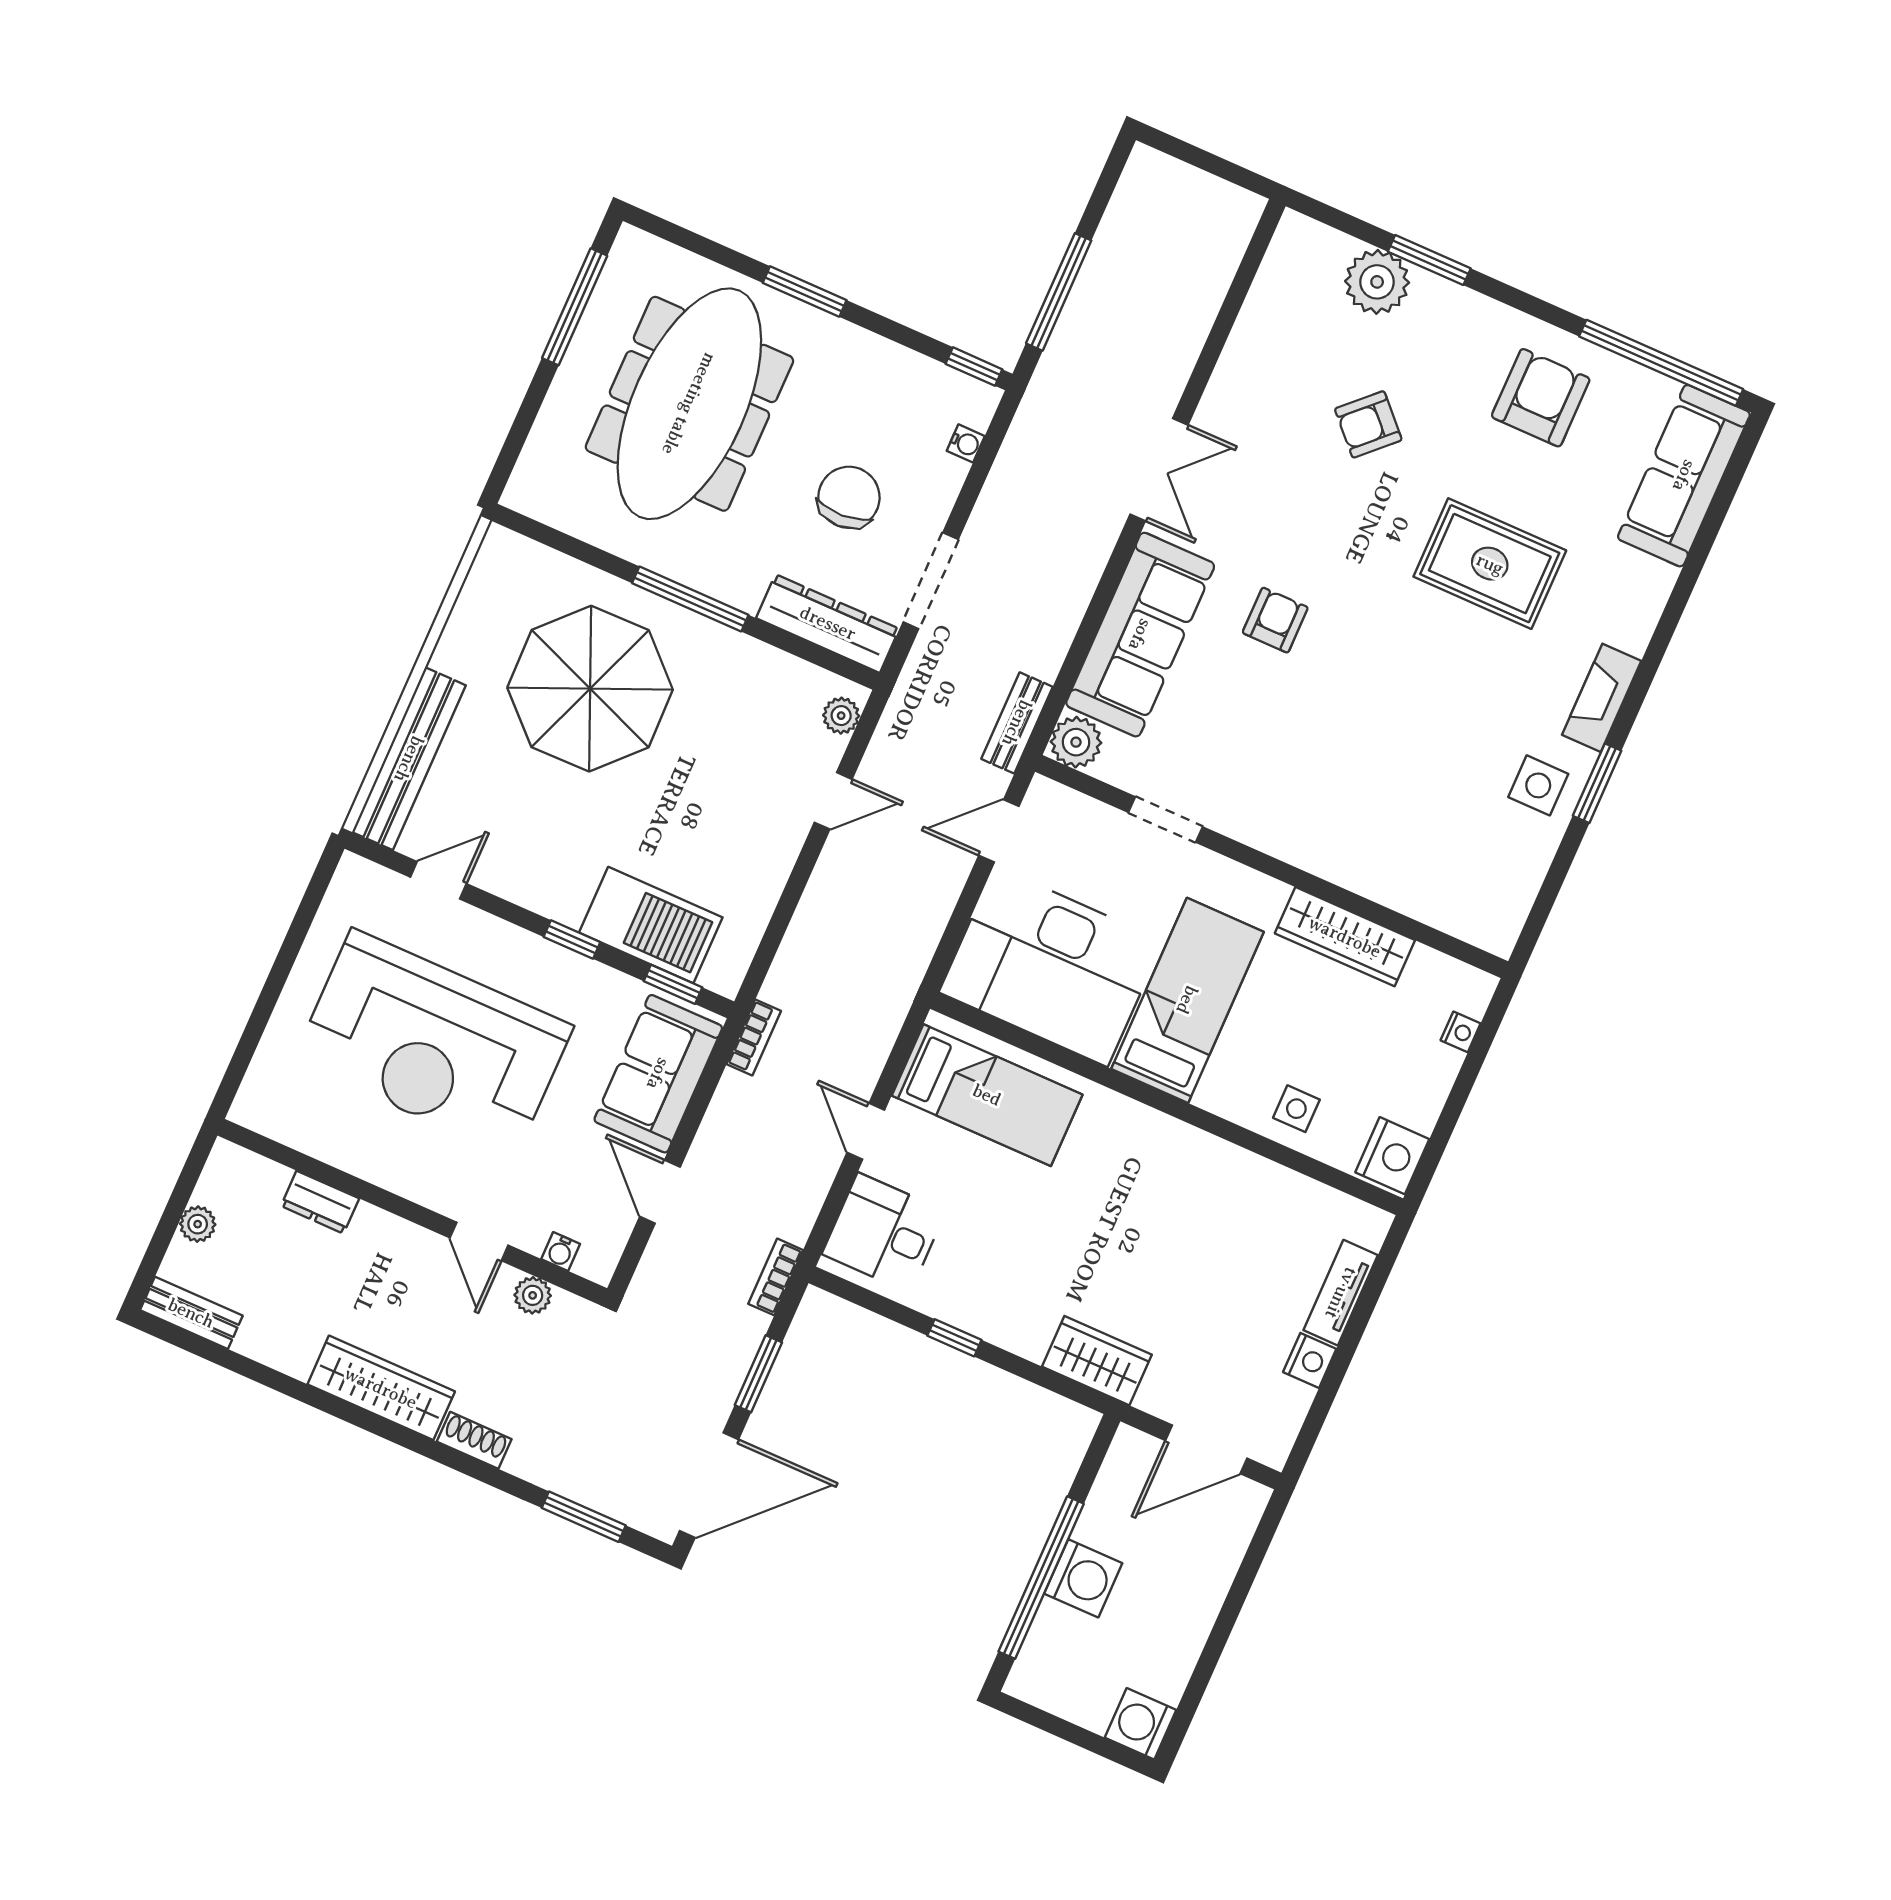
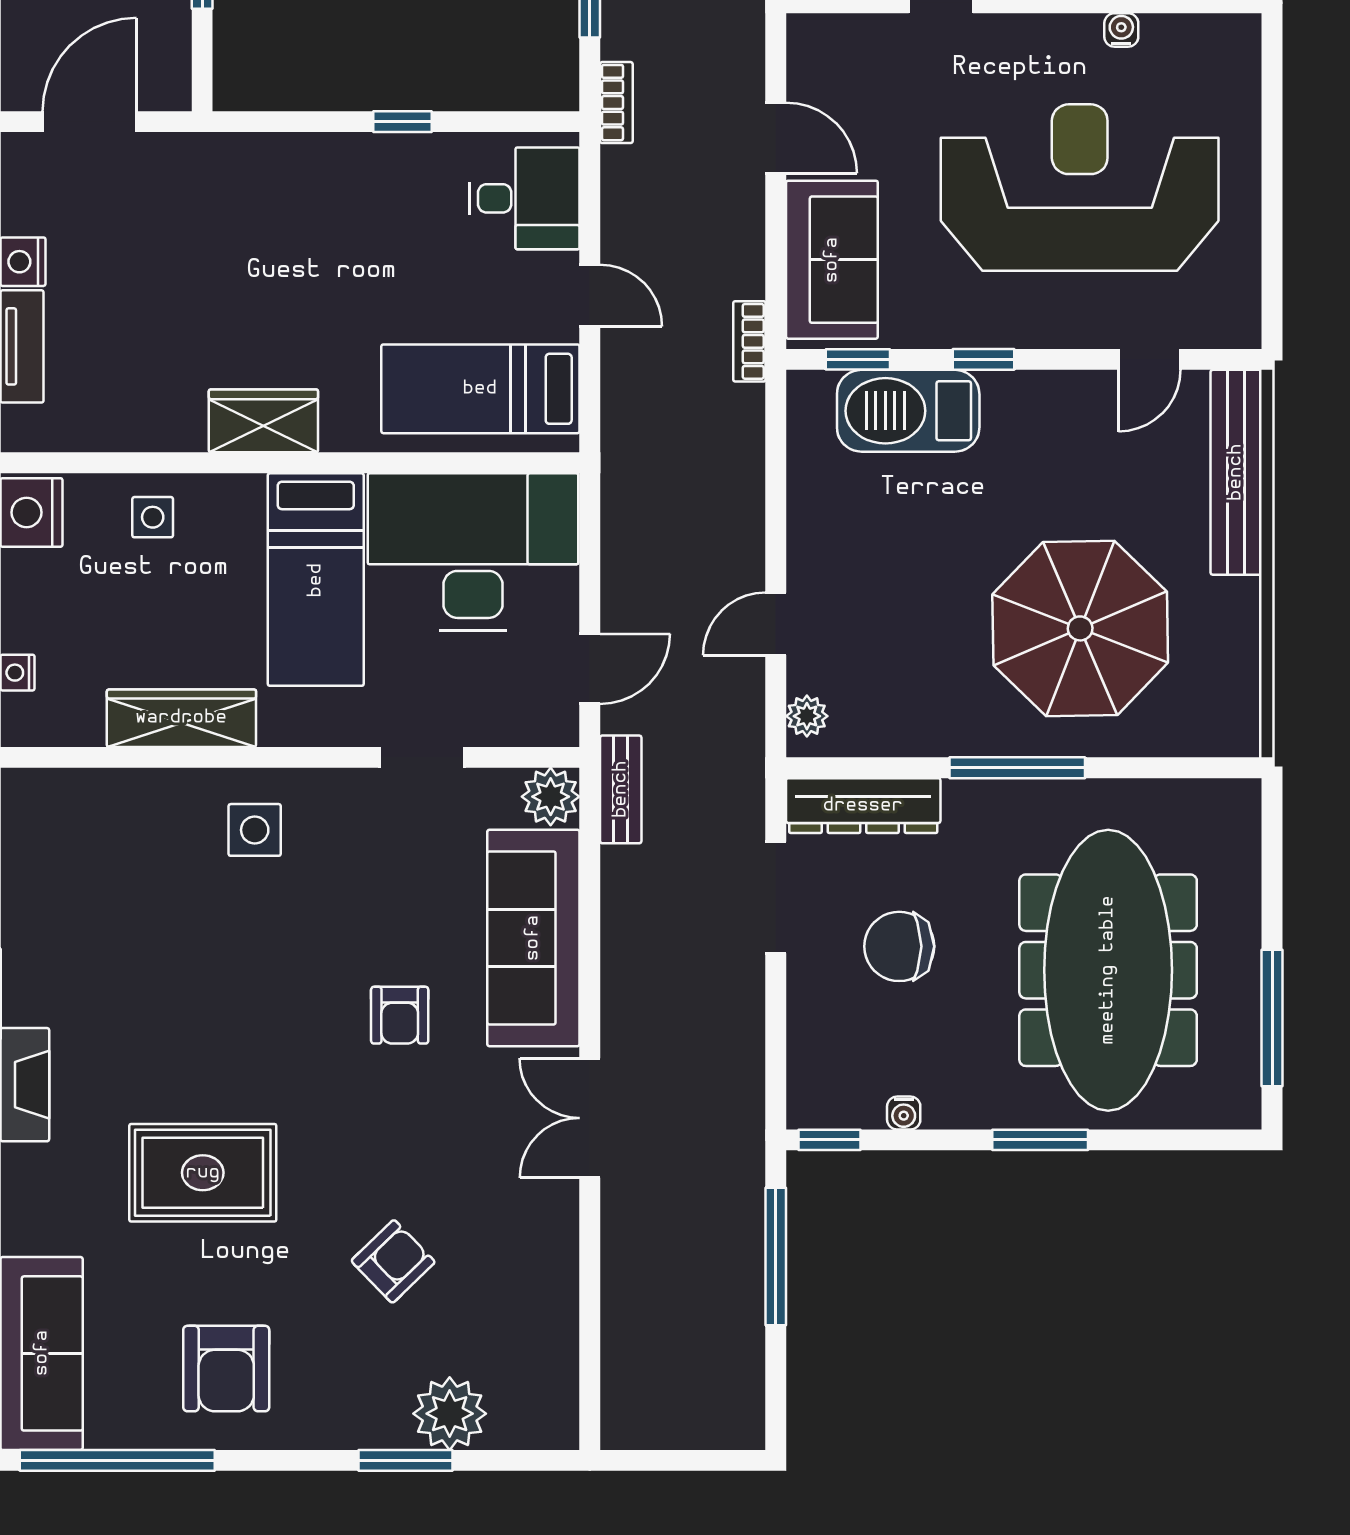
water cooler: (966, 443) -> (904, 1113), moved, turned -90
chair: (849, 497) -> (899, 946), turned 93
side table: (1538, 785) -> (255, 830), moved
water cooler: (561, 1251) -> (1121, 30), moved
wardrobe: (1097, 1361) -> (263, 421), moved, turned 180

